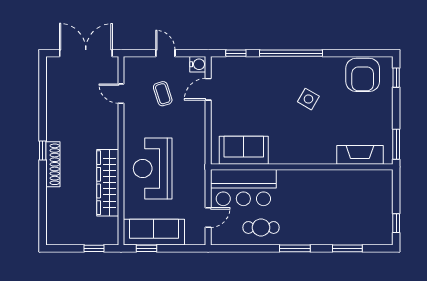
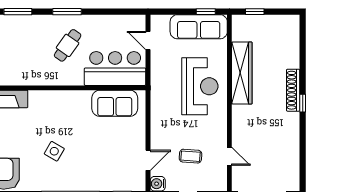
coffee table: (163, 94) -> (190, 156), turned -68
door: (208, 217) -> (148, 41), hinge flipped
cafe table: (261, 227) -> (68, 45), moved, turned -55

